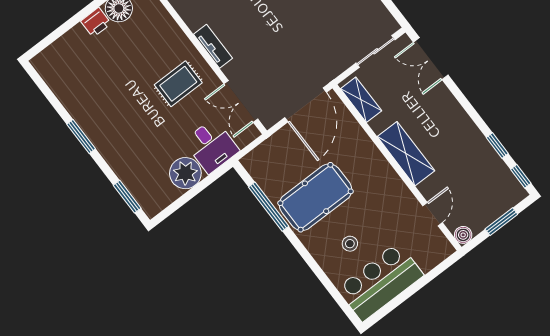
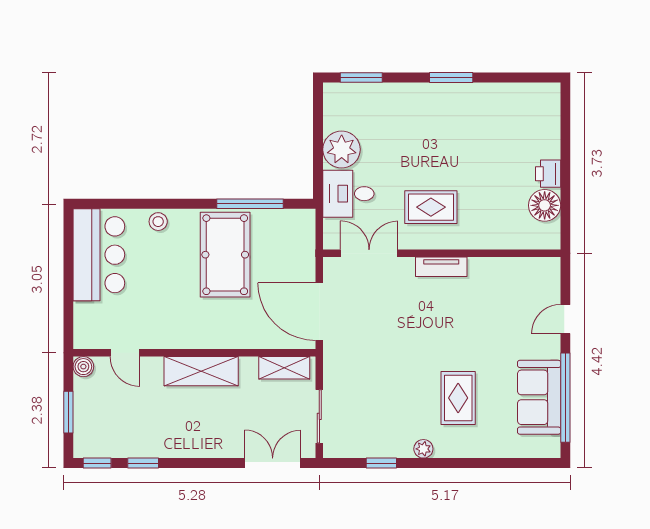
rug: (178, 84) -> (431, 207), turned 90
stool: (350, 244) -> (158, 222), moved

